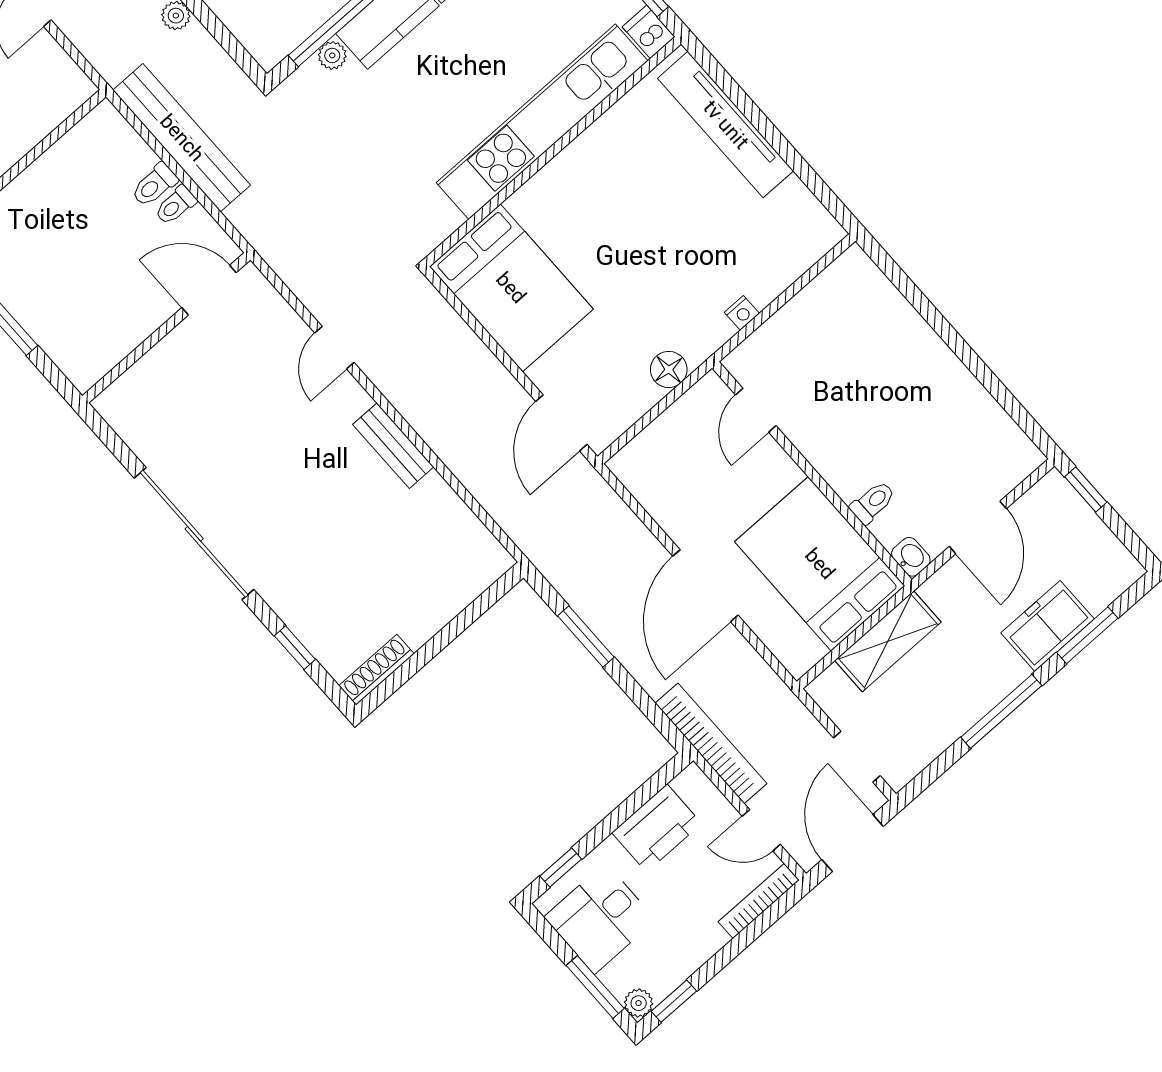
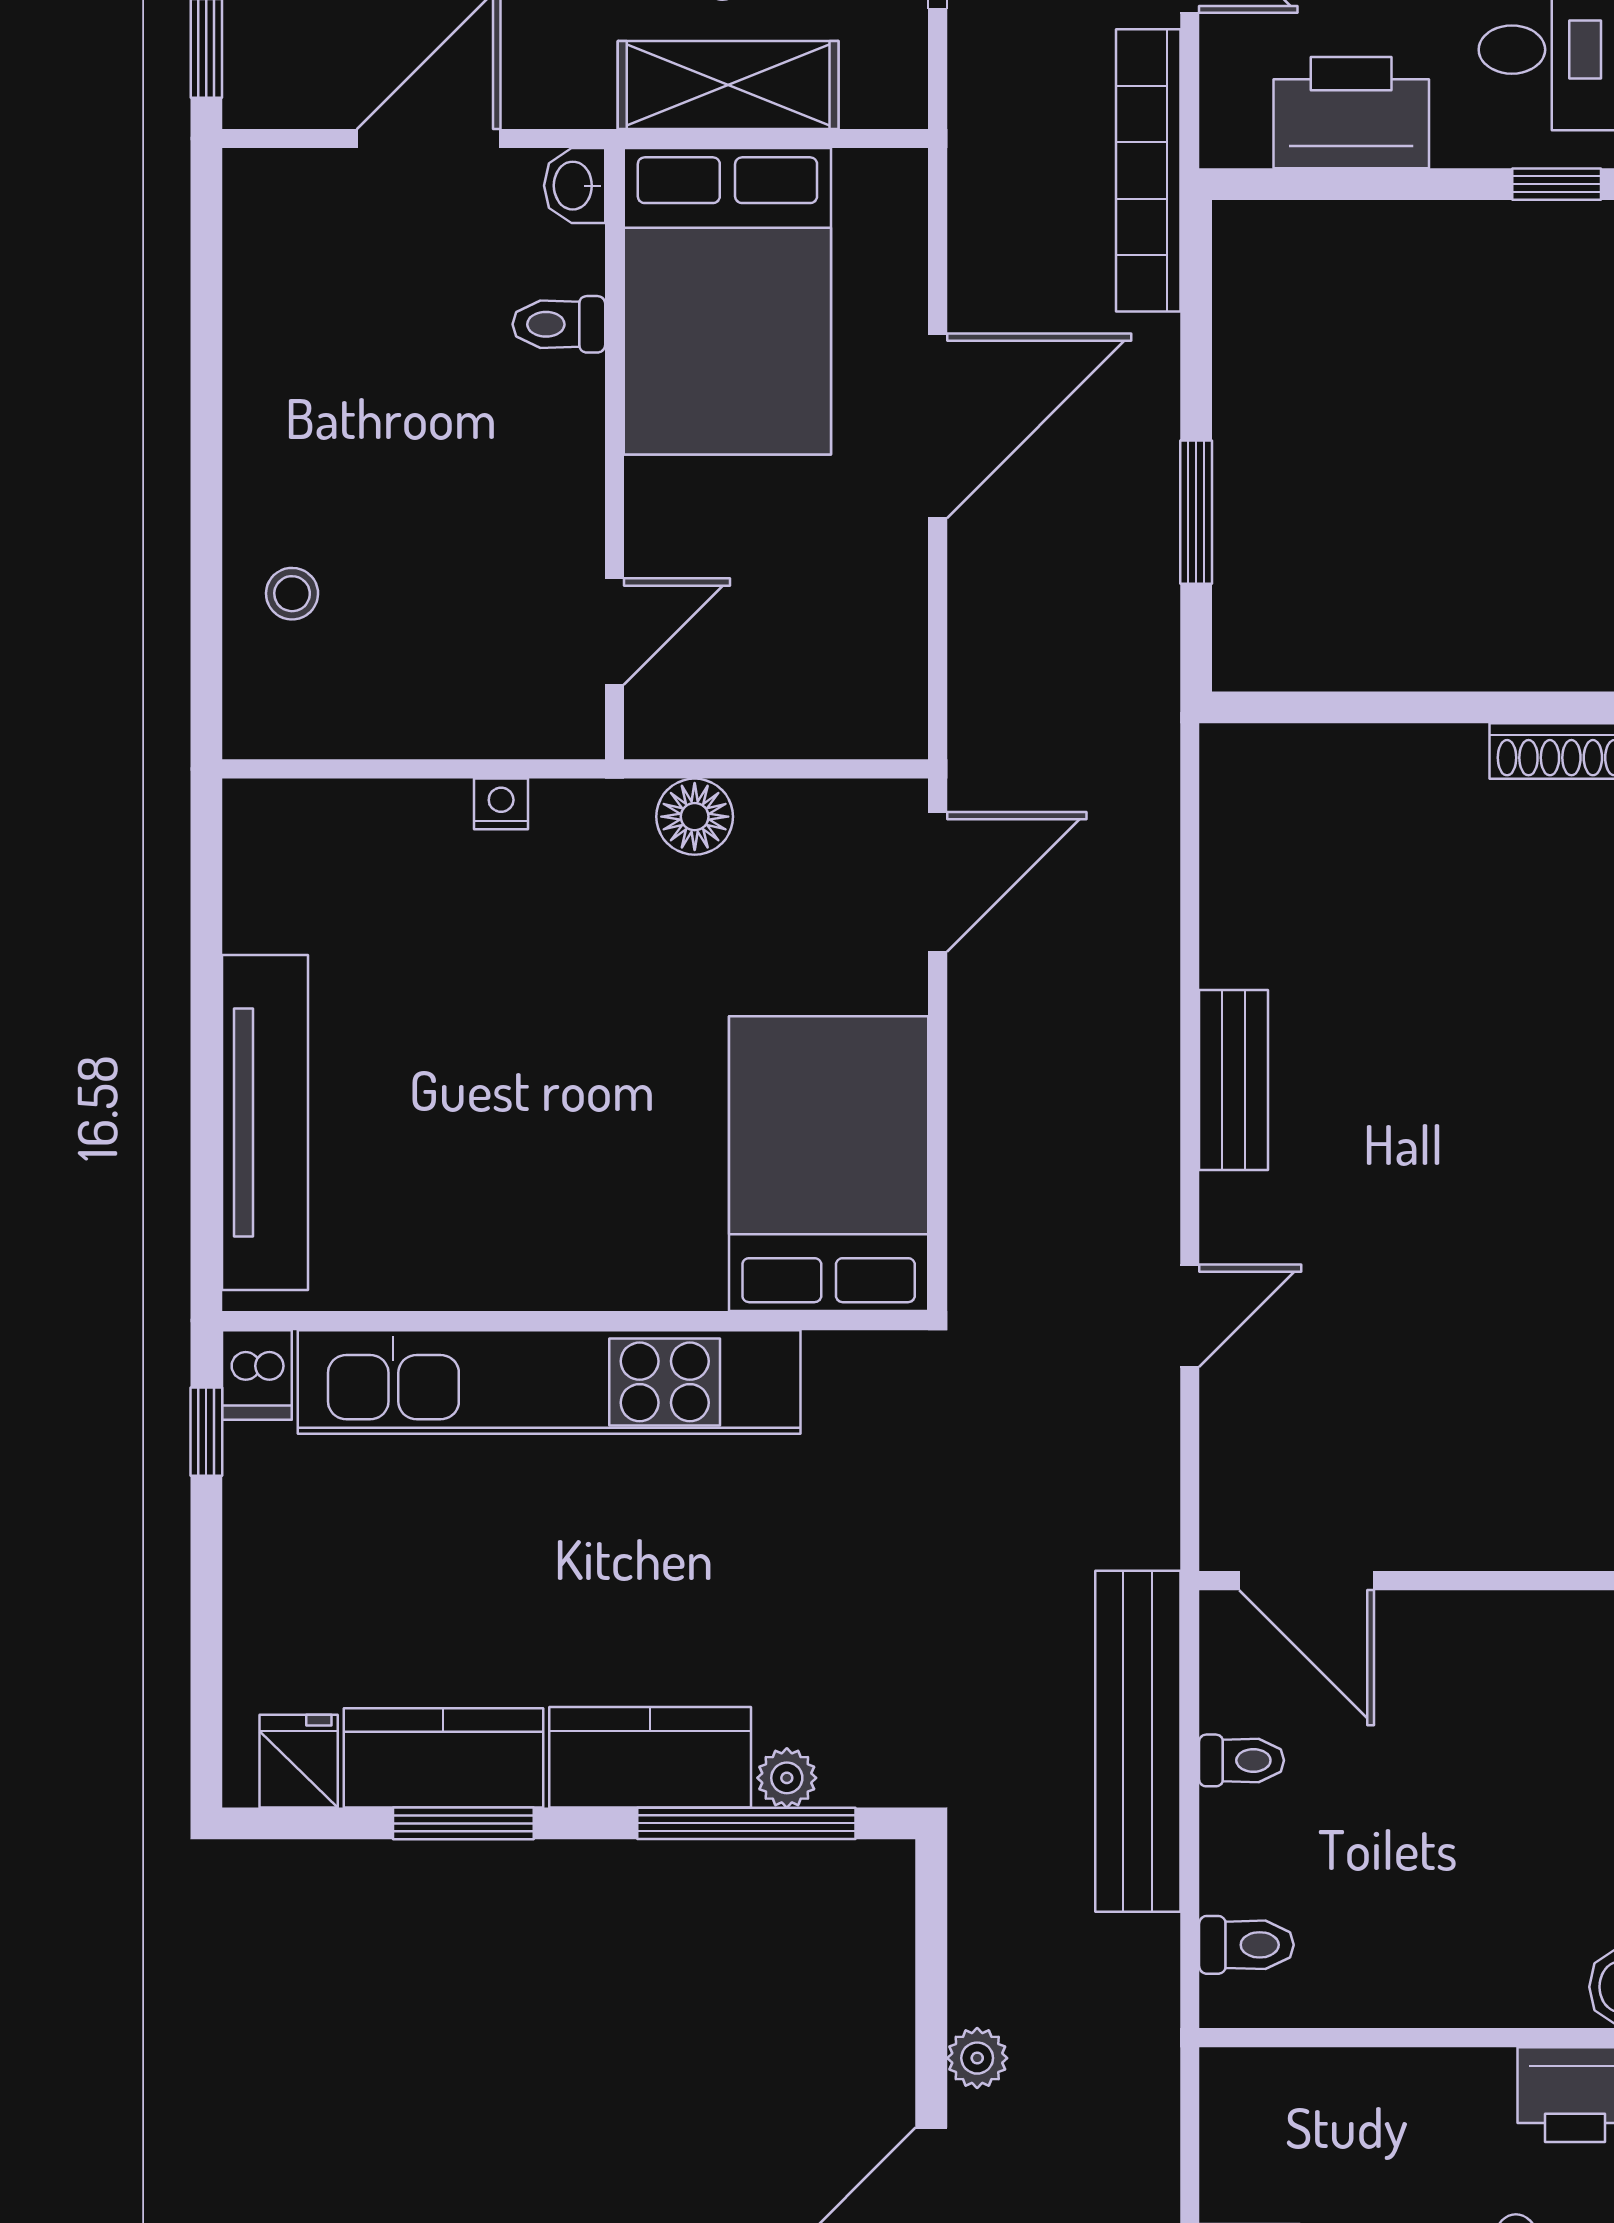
bench: (182, 138) -> (1138, 1741), moved
toilet: (154, 185) -> (1246, 1945), moved
stool: (883, 322) -> (292, 594), added

